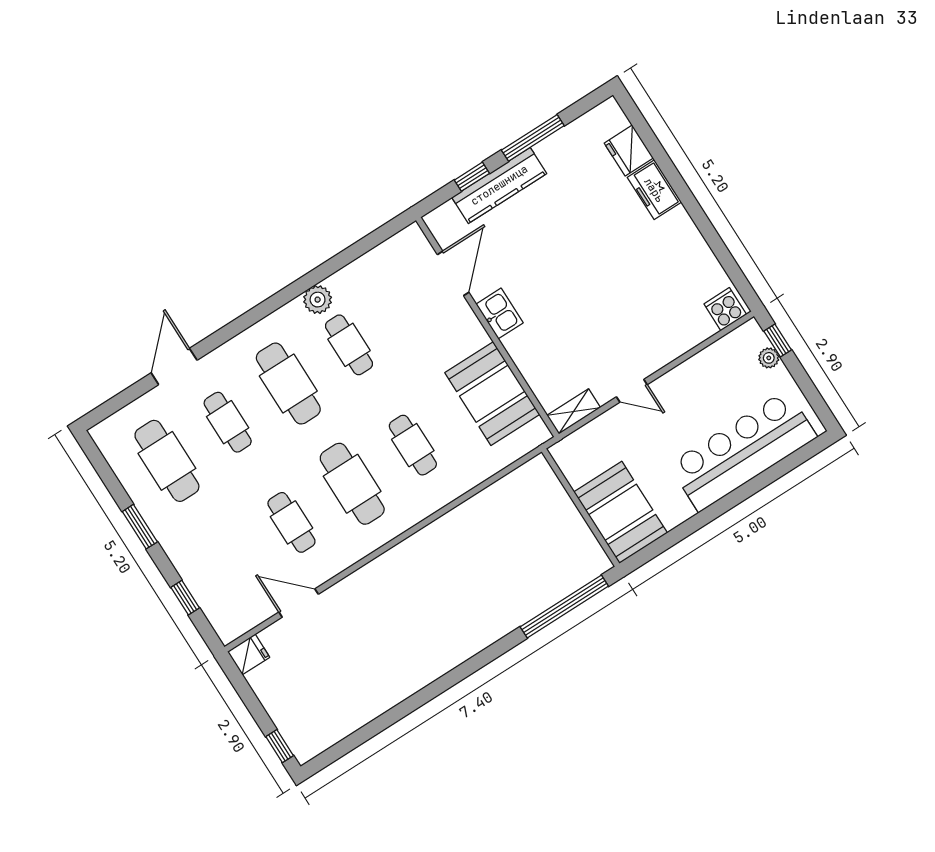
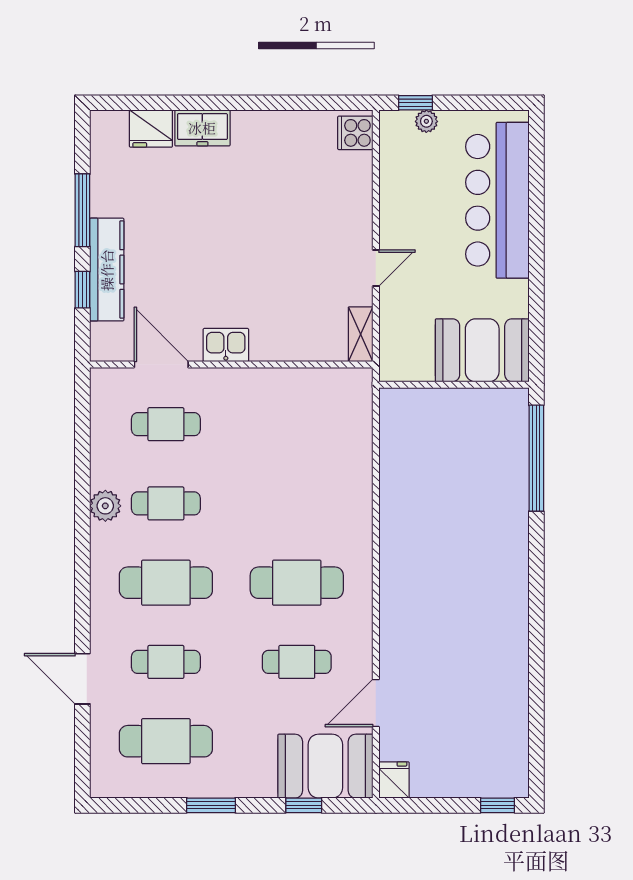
booth: (492, 394) -> (325, 766), moved
cafe table: (413, 445) -> (166, 424), moved

